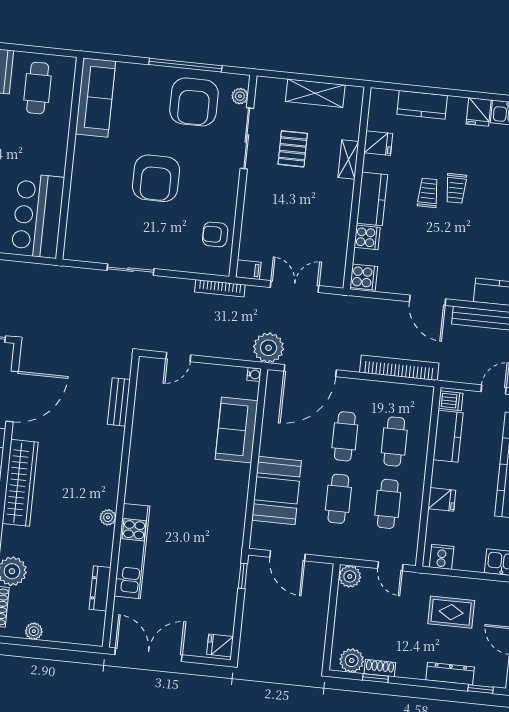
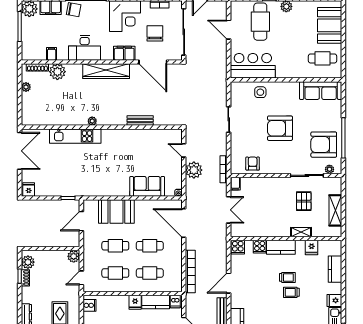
pallet: (293, 149) -> (304, 201), turned 90
side table: (87, 207) -> (260, 92), added
plant: (269, 348) -> (194, 170), moved
bench: (119, 402) -> (140, 121), moved
fridge: (442, 499) -> (135, 302), moved
dresser: (100, 588) -> (53, 121), removed

